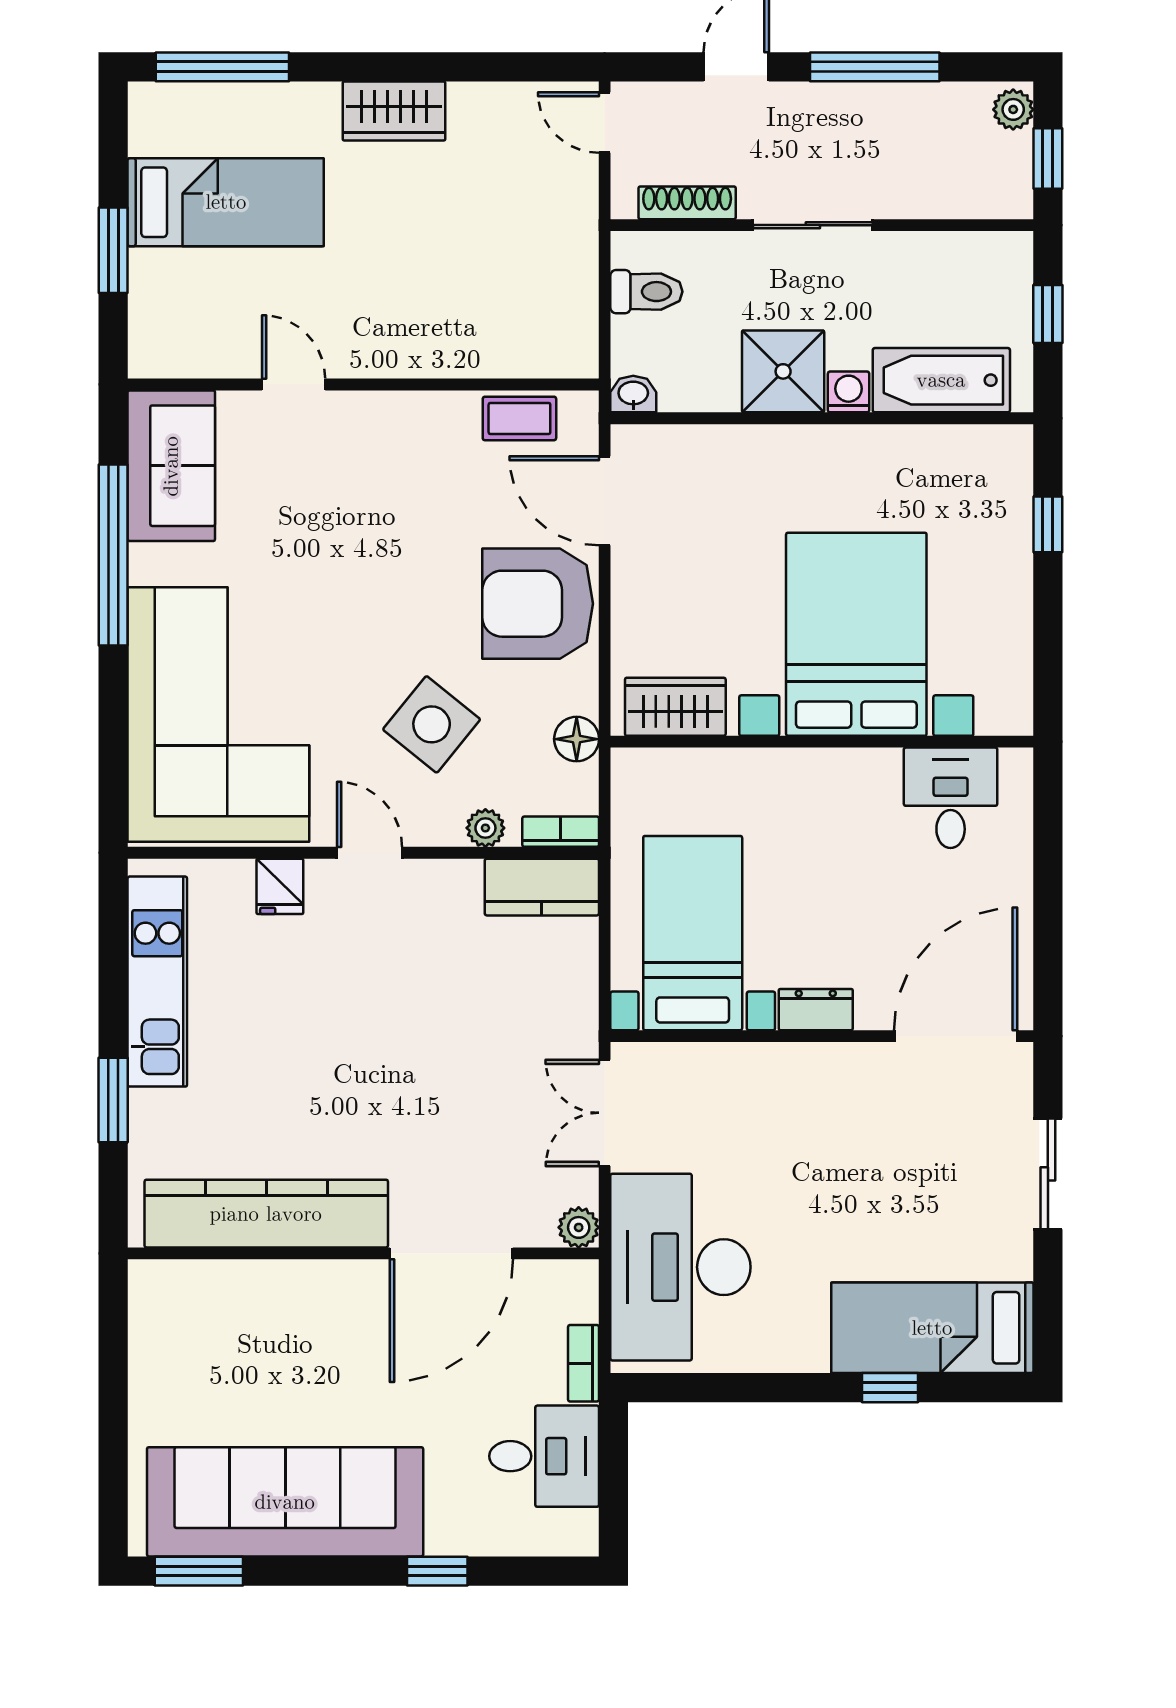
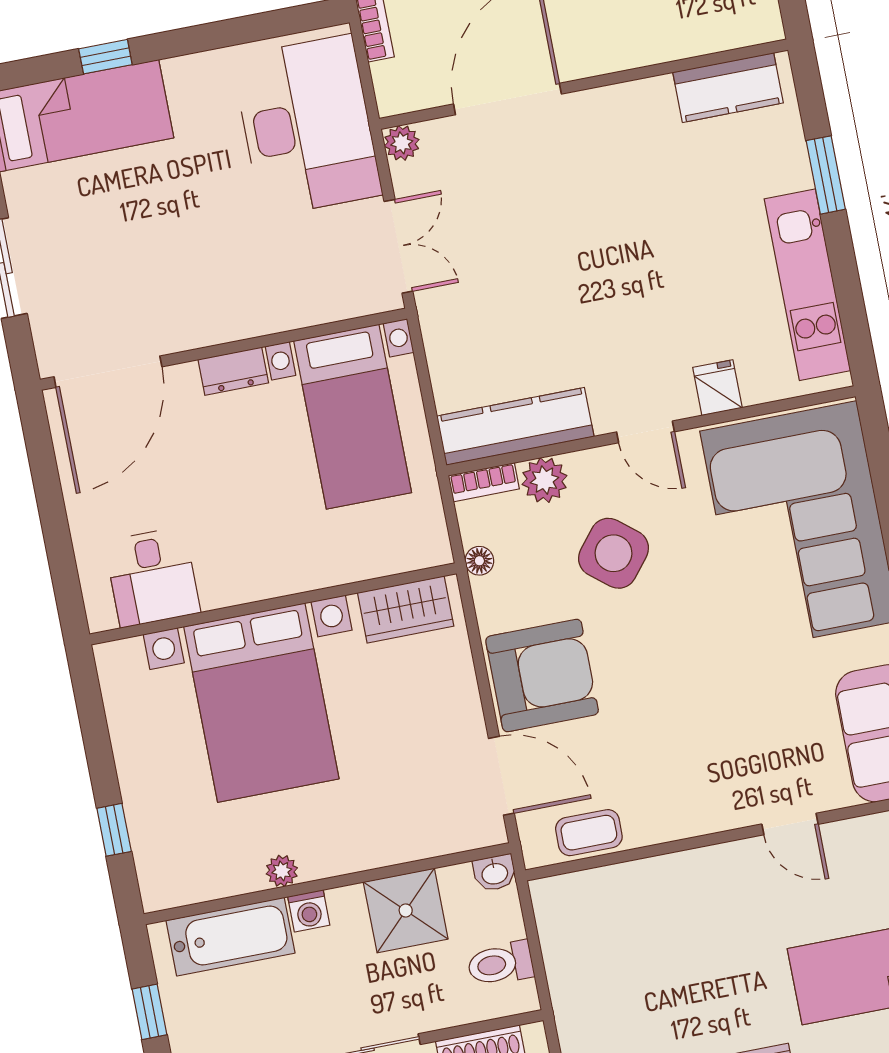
shower: (783, 371) -> (406, 910), moved
plant: (870, 442) -> (282, 871), added
floor lamp: (577, 739) -> (479, 561), width x0.73, depth x0.73
plant: (485, 828) -> (545, 480), width x1.38, depth x1.38
kitchen counter: (542, 887) -> (515, 426), width x1.50
kitchen counter: (266, 1214) -> (728, 88), width x0.48, depth x0.86

